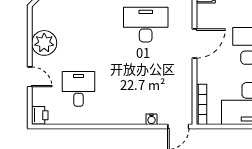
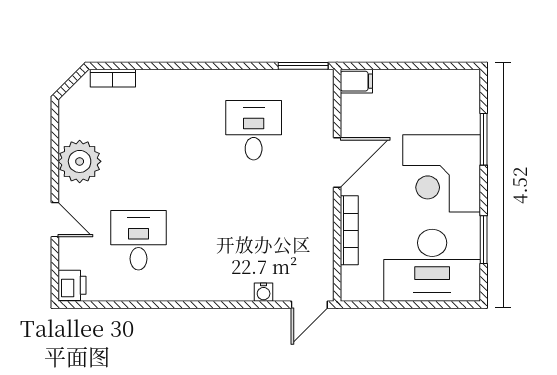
desk: (146, 25) -> (254, 130), width x0.73
bookcase: (202, 104) -> (349, 230), moved

